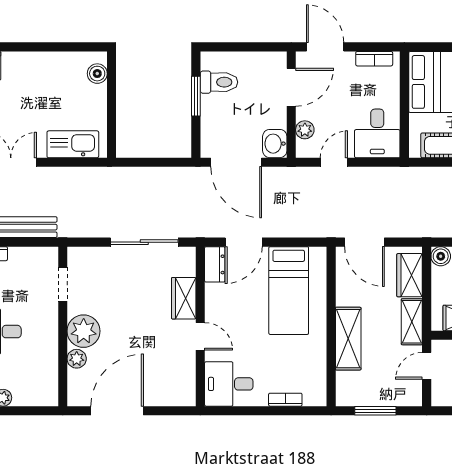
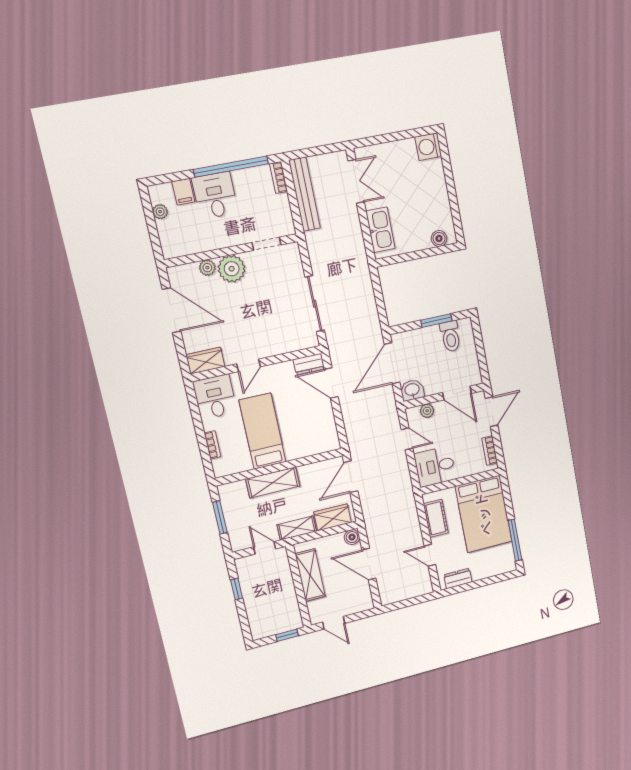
bed: (289, 291) -> (262, 431), moved, turned 90
wardrobe: (184, 298) -> (205, 361), moved

